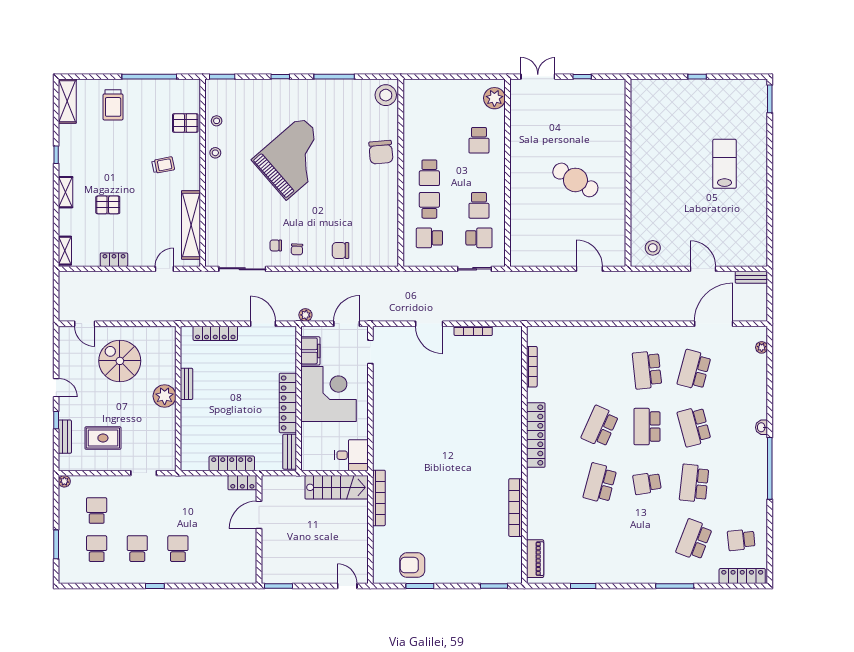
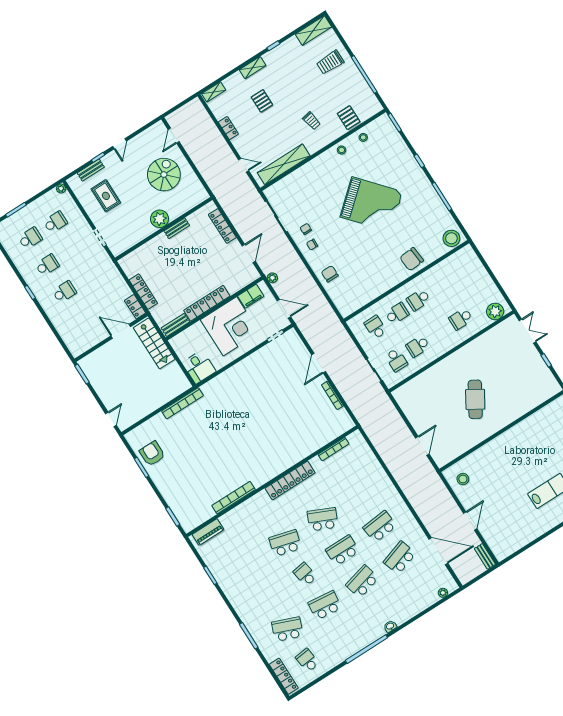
school desk: (694, 370) -> (400, 558), turned -33
stairs: (337, 487) -> (154, 343), moved

